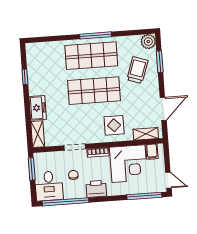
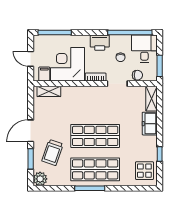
door: (163, 109) -> (31, 131), moved
display table: (114, 125) -> (144, 171), moved
chair: (54, 158) -> (137, 75), added
door: (168, 180) -> (31, 59), moved

